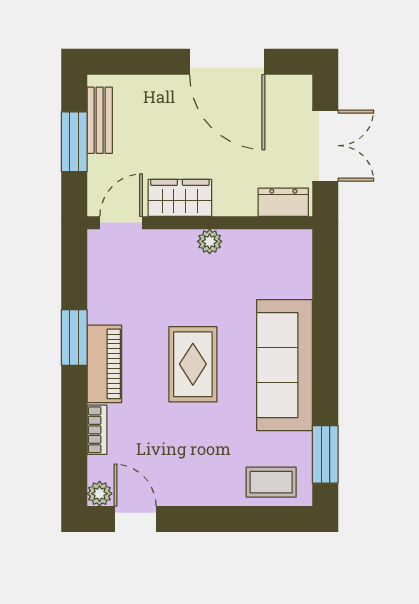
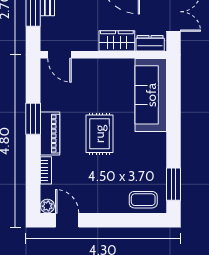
wardrobe: (180, 198) -> (117, 41), moved
door: (121, 223) -> (59, 55), swing flipped
plant: (210, 241) -> (109, 65), removed
sofa: (285, 365) -> (151, 95), moved

